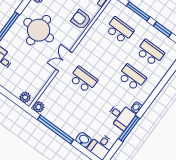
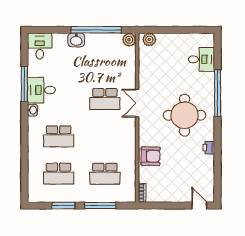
double door: (64, 61) -> (137, 103), swing flipped
washbasin: (84, 140) -> (76, 40), moved

